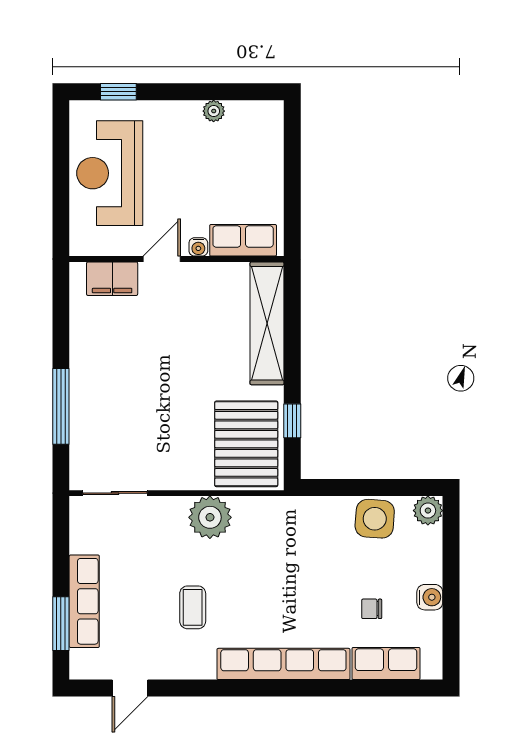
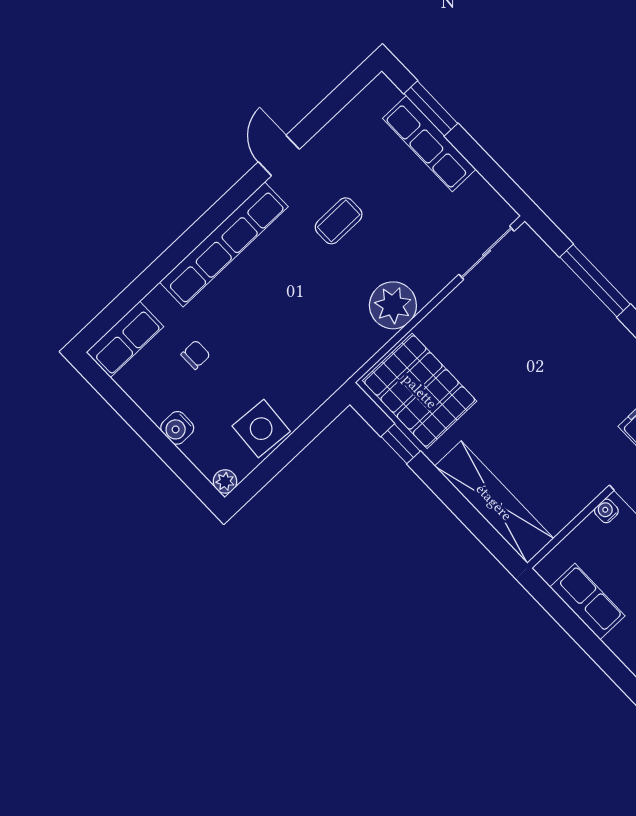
row of seats: (243, 240) -> (587, 601), moved, turned -90
plant: (428, 511) -> (225, 481), width x0.73, depth x0.73
water cooler: (430, 597) -> (177, 428), moved
coffee table: (193, 607) -> (339, 221), turned 90
row of seats: (386, 664) -> (125, 339), moved
door: (130, 688) -> (279, 156), moved

